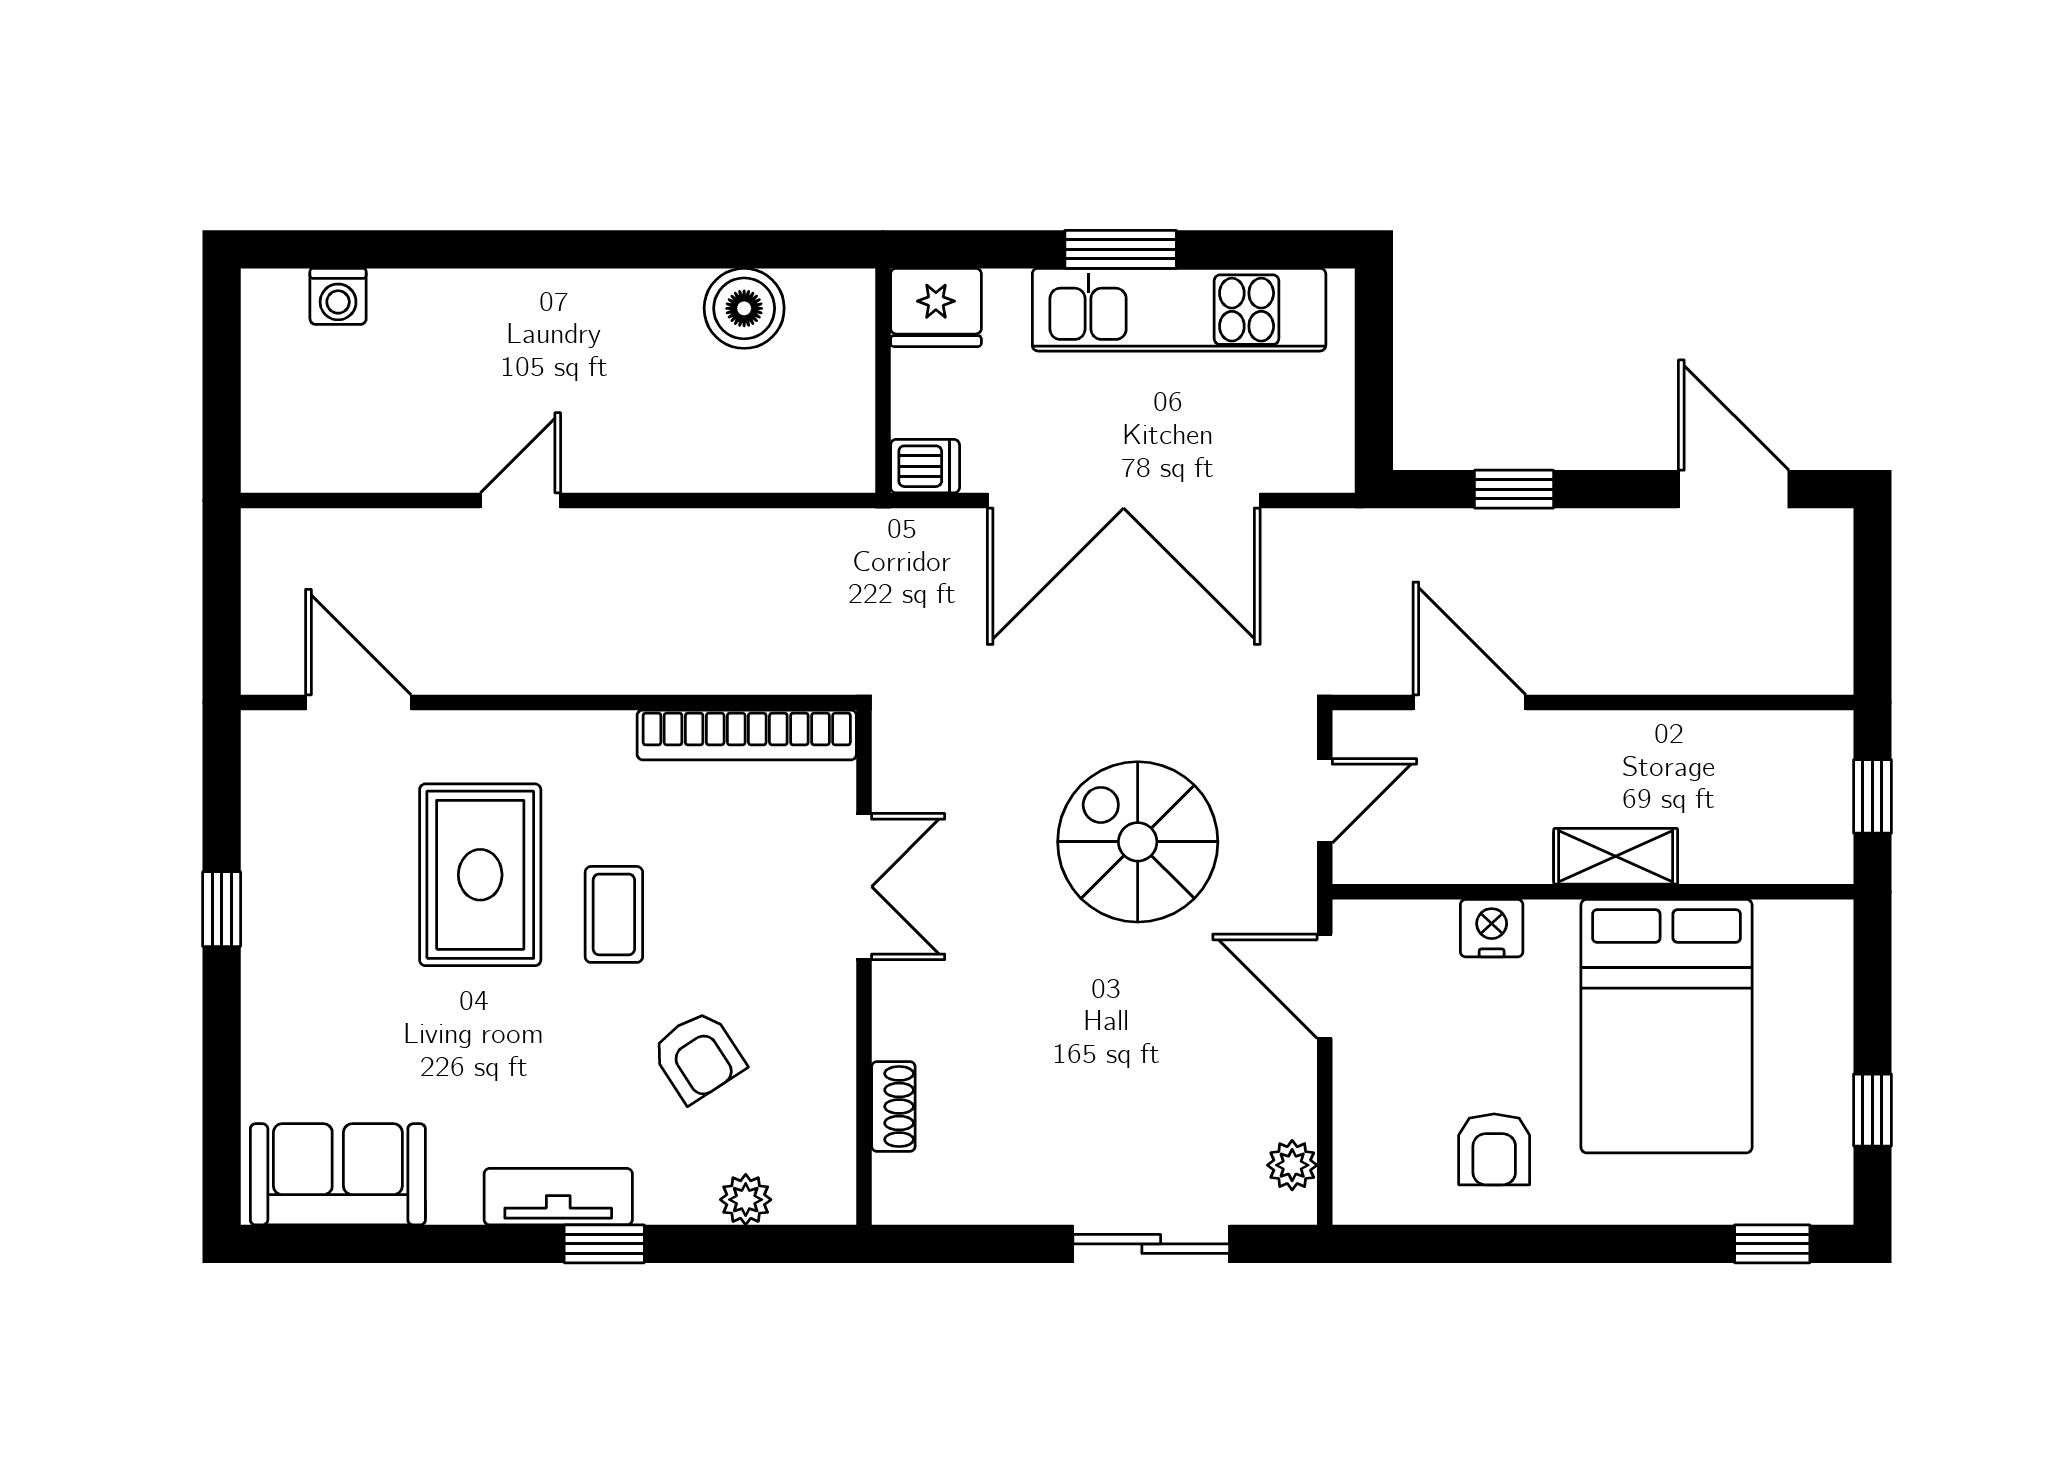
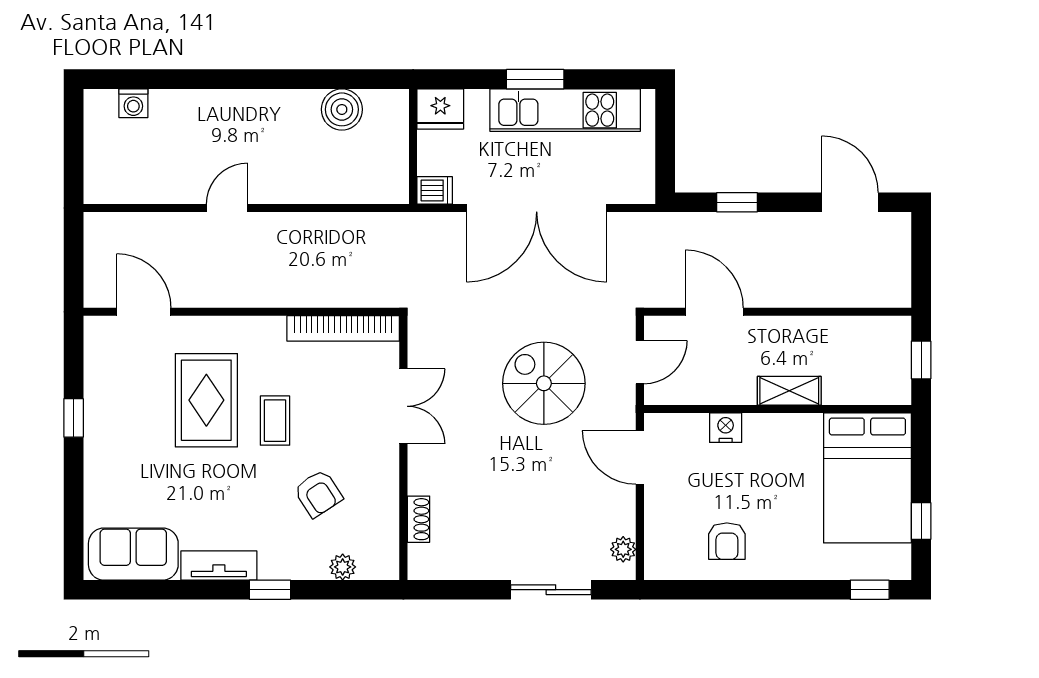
bed: (1666, 1026) -> (867, 478), moved
tv unit: (558, 1197) -> (219, 565), moved

